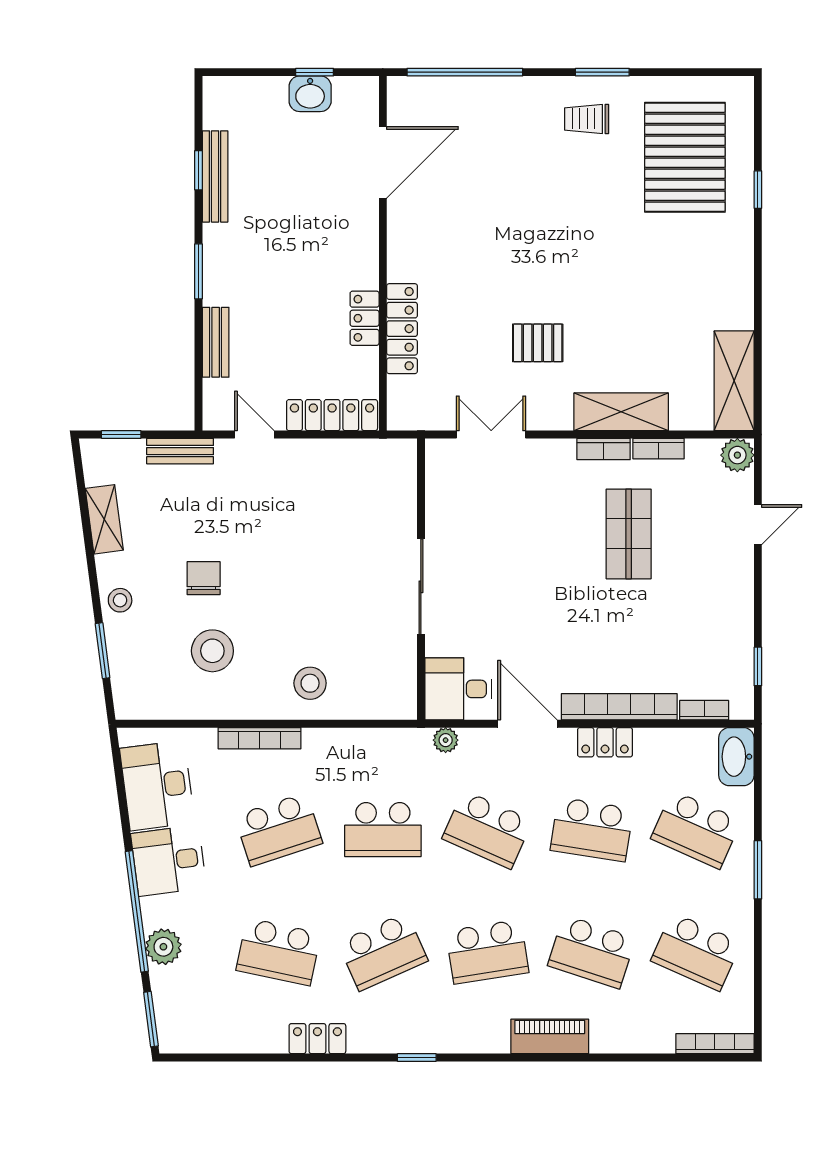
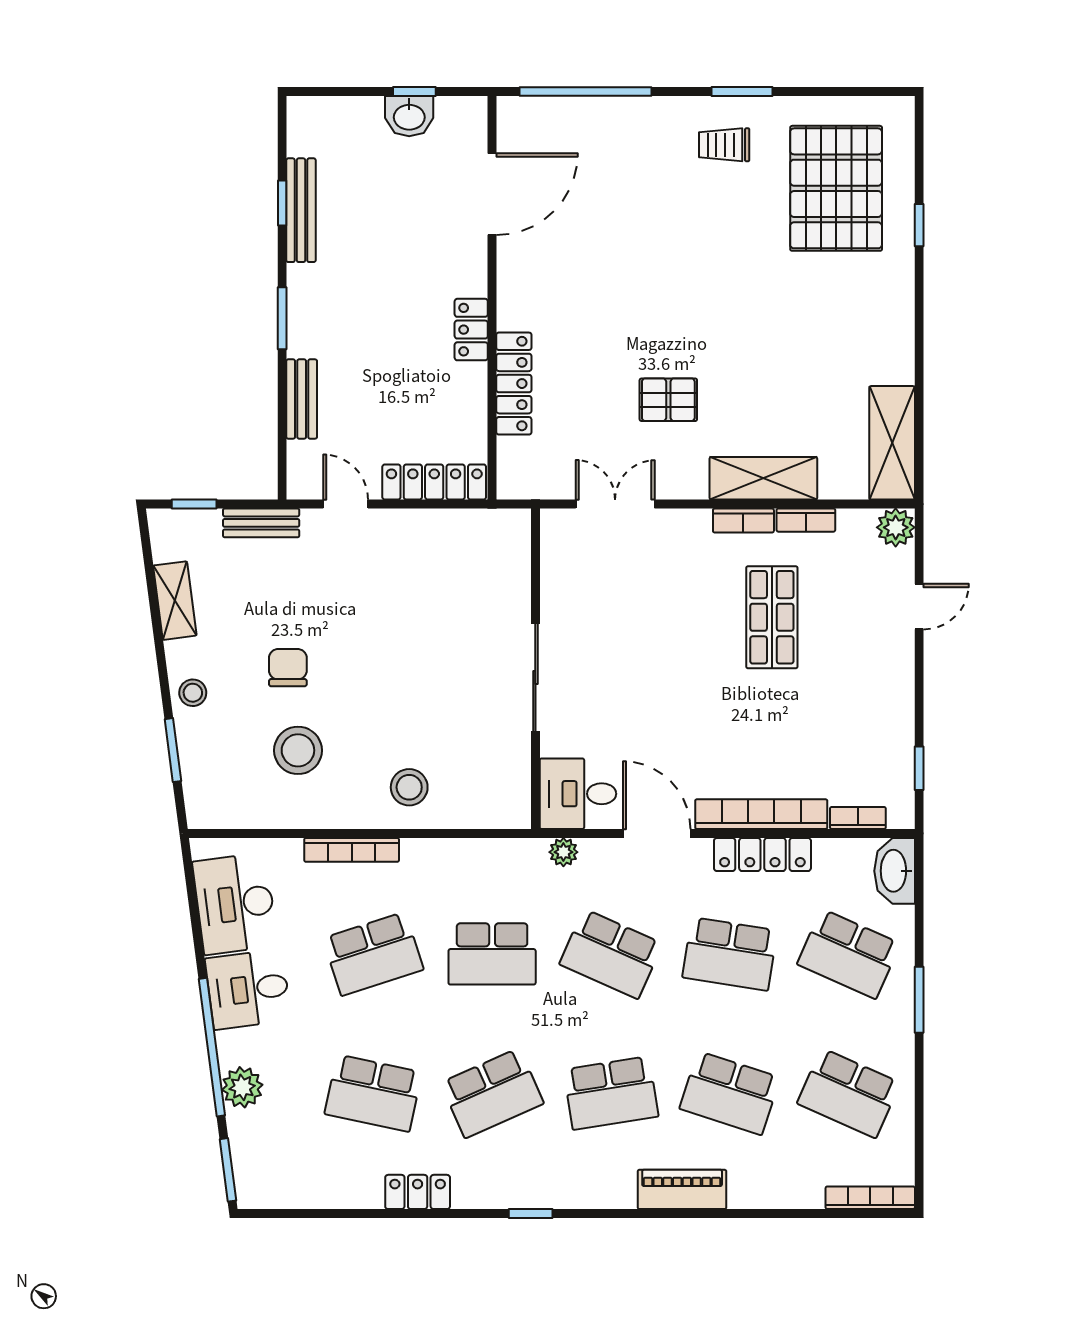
locker: (365, 318) -> (471, 330), moved
locker: (605, 742) -> (762, 854), width x1.53

